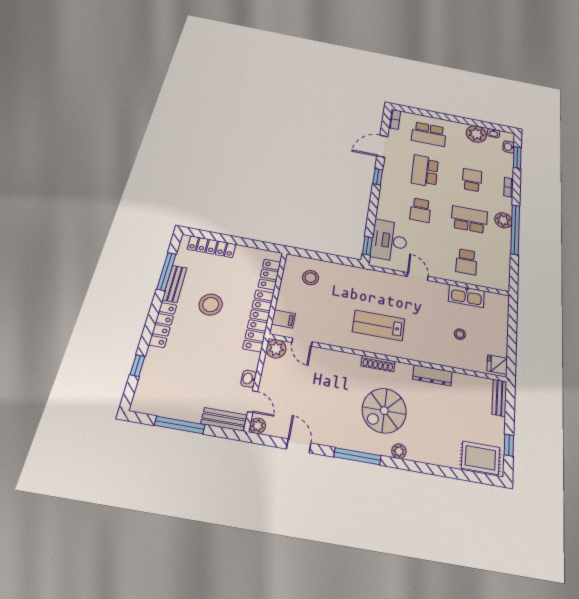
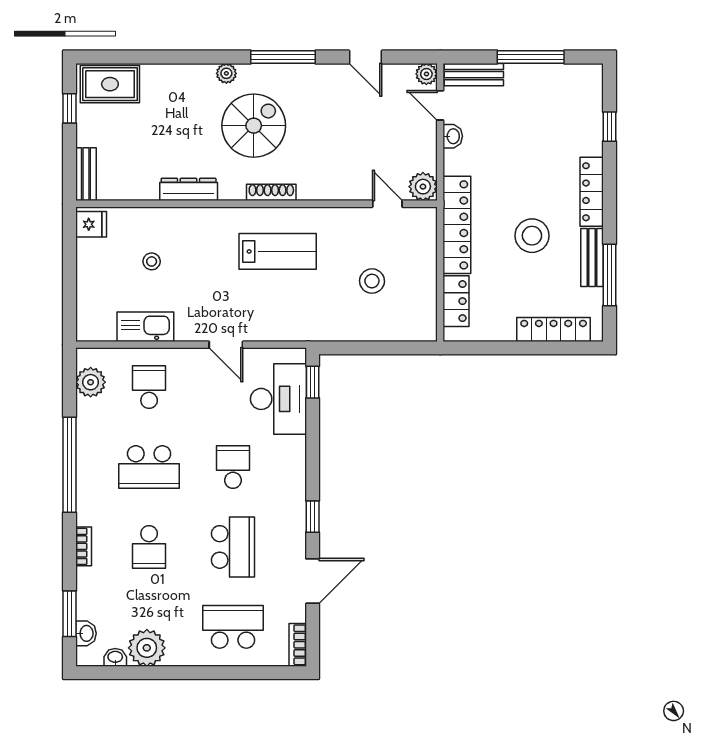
plant: (503, 220) -> (91, 382), moved
stool: (311, 278) -> (372, 281), moved
filing cabinet: (283, 319) -> (421, 234), removed

